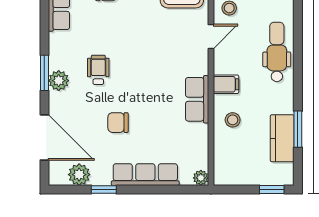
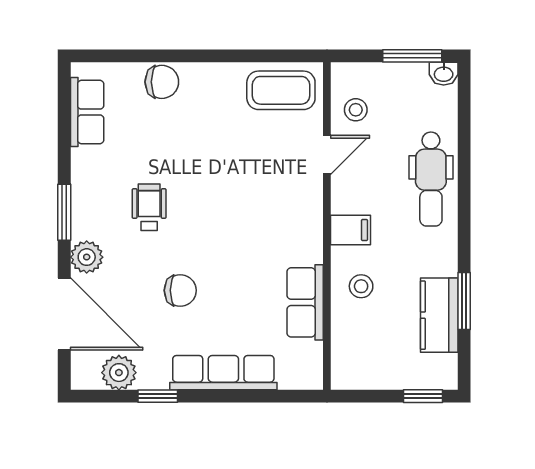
dental chair: (277, 52) -> (431, 179), turned 180
plant: (59, 81) -> (87, 257), moved
row of seats: (197, 99) -> (305, 302), moved
chair: (118, 123) -> (180, 290), turned 180
plant: (201, 178) -> (311, 378), removed

